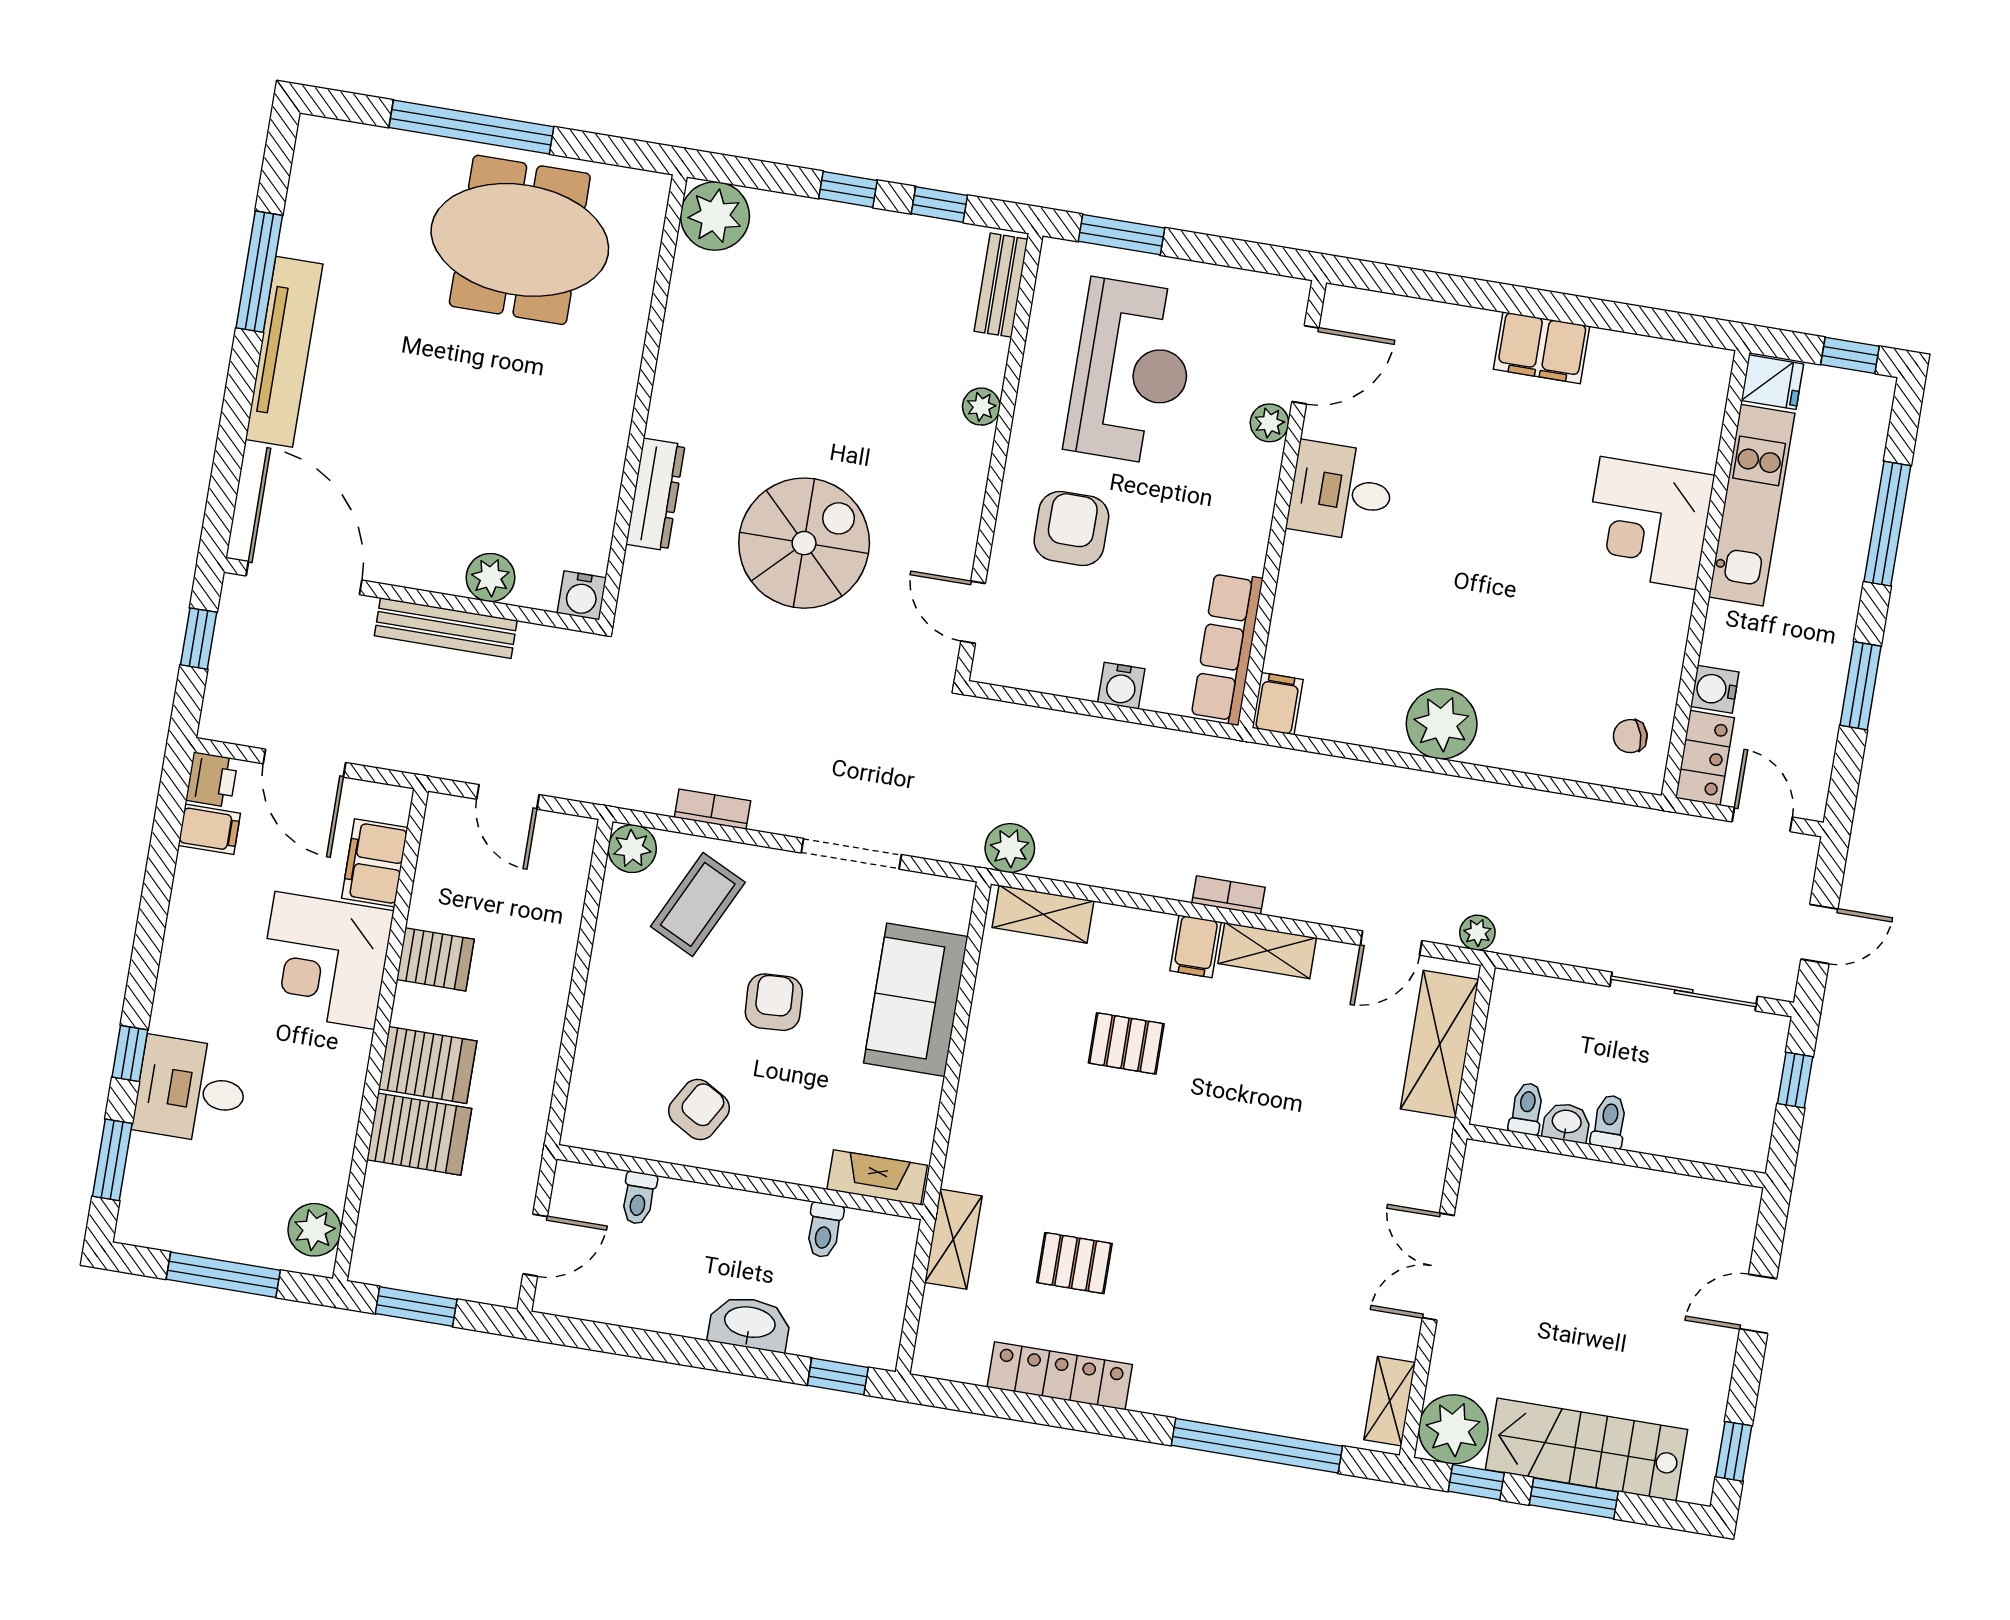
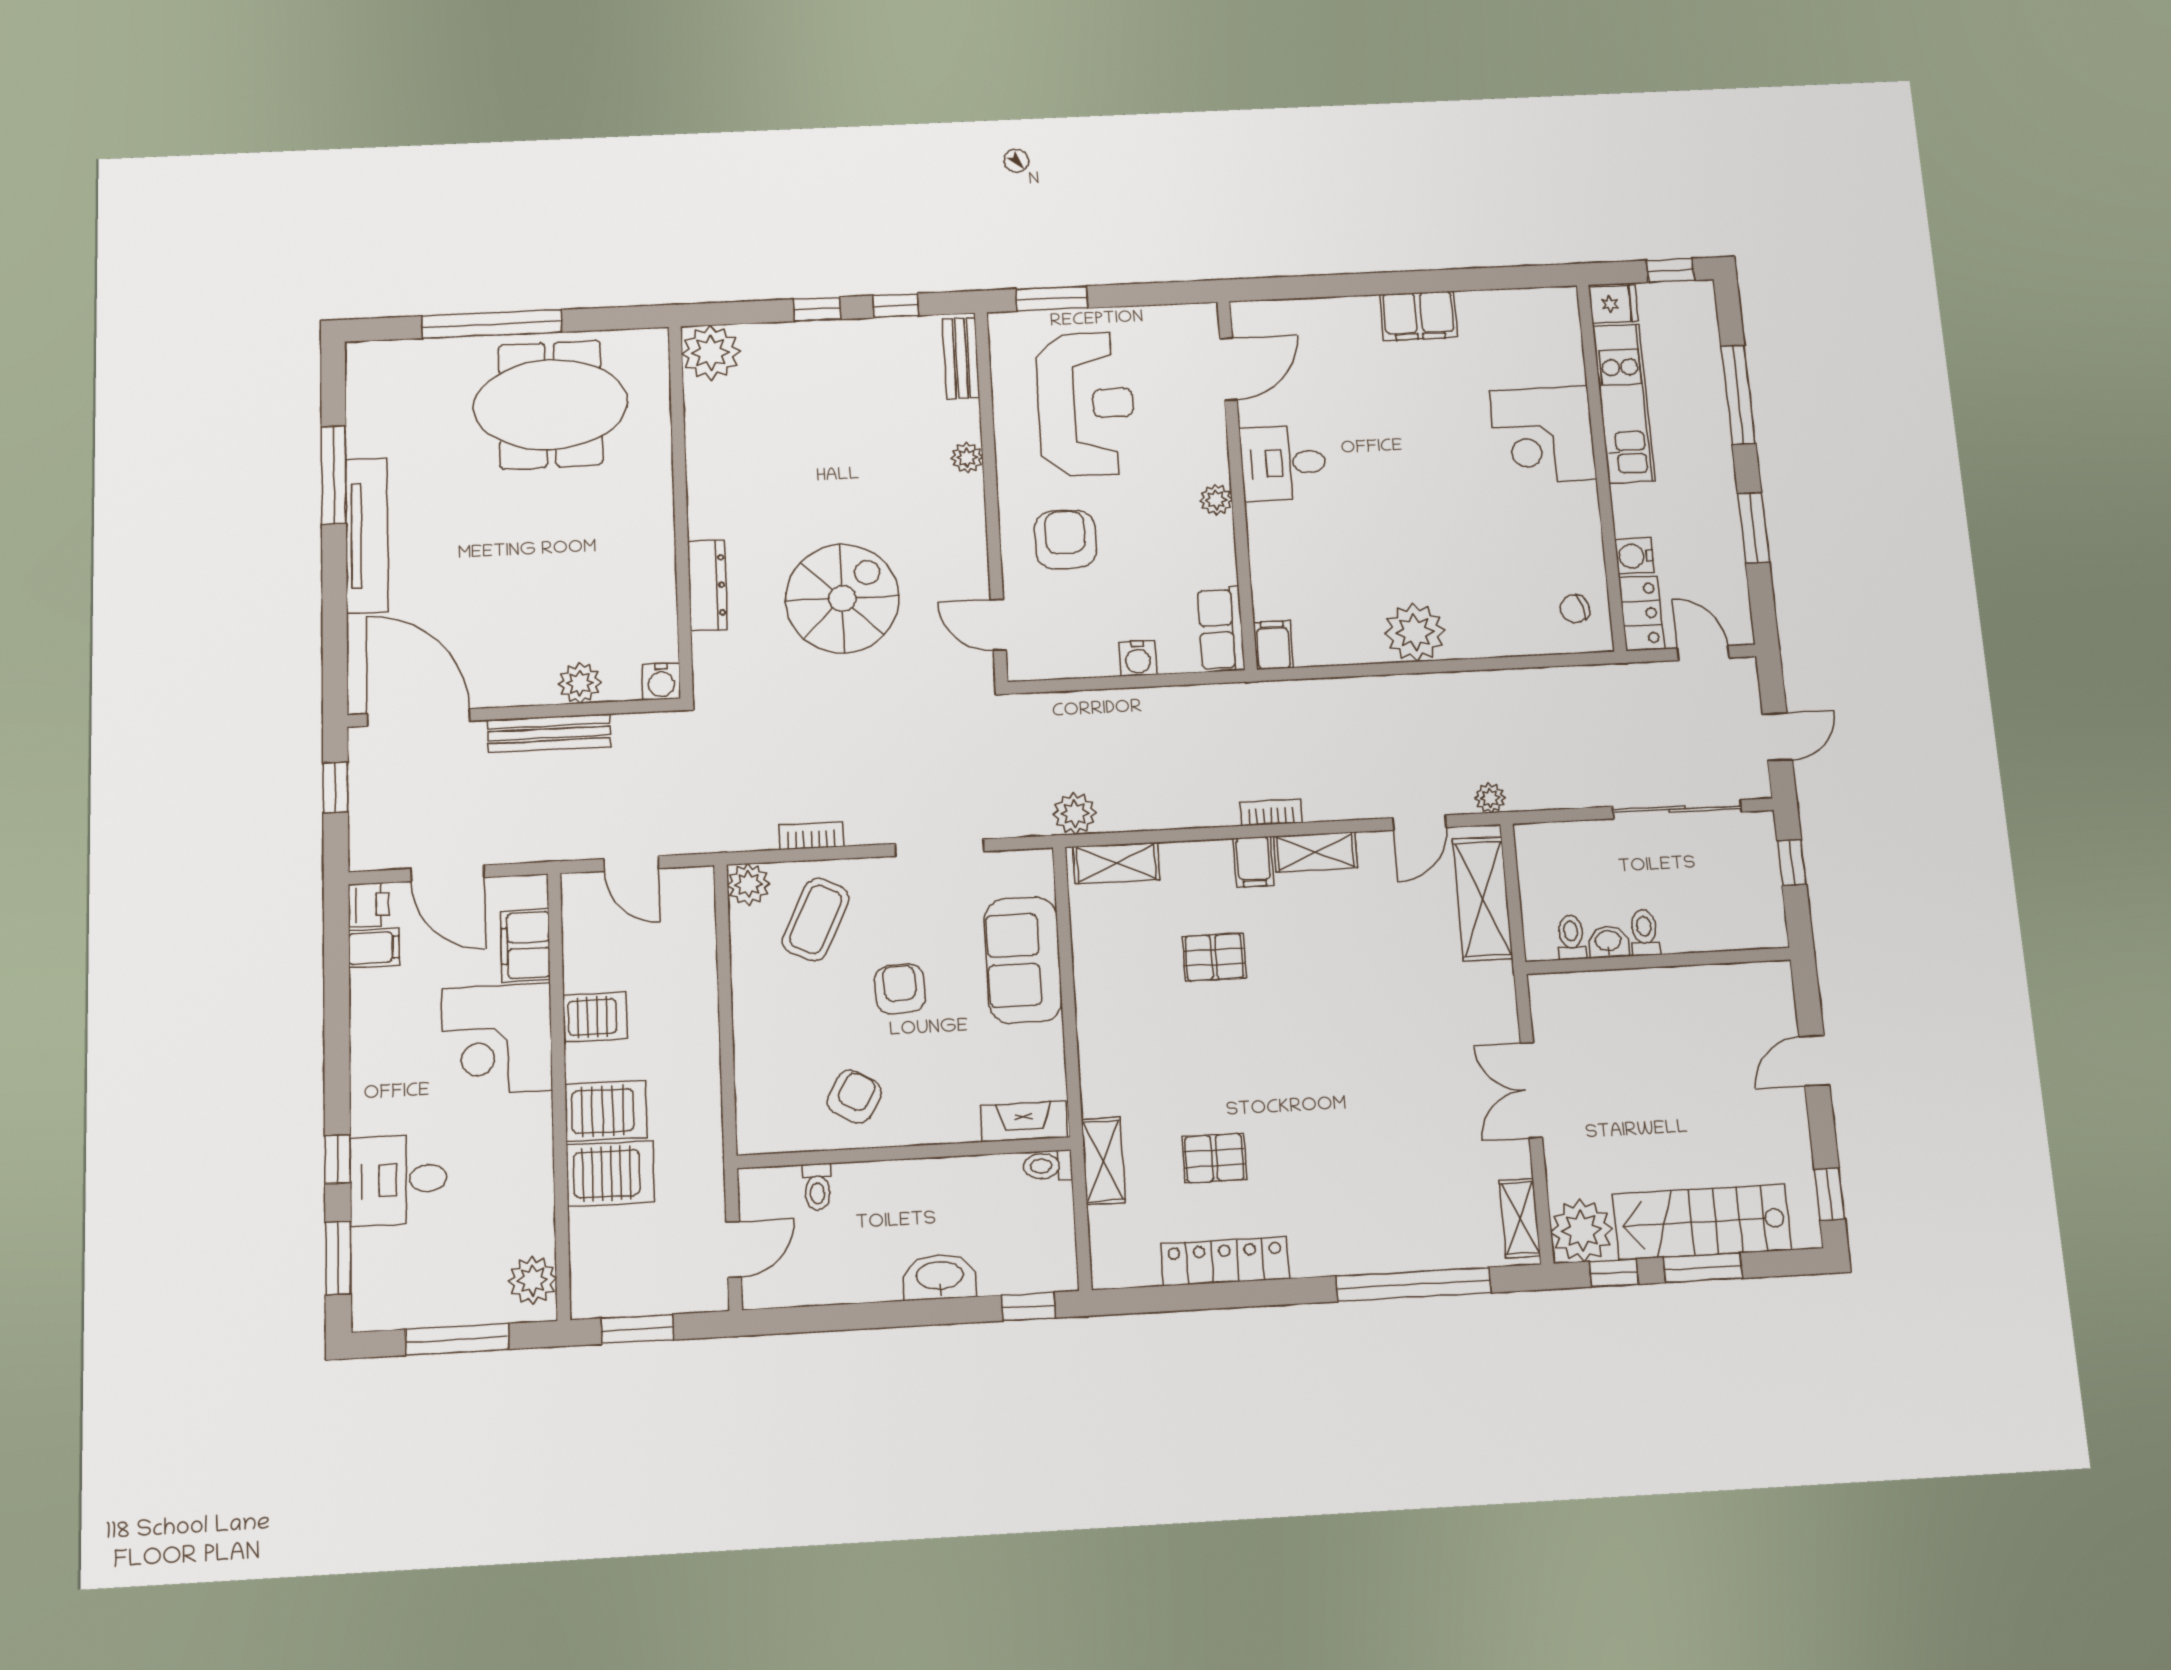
plant: (1270, 423) -> (1216, 500), moved
row of seats: (1227, 648) -> (1221, 629), width x0.68
toilet: (824, 1230) -> (1048, 1166), moved, turned 90

